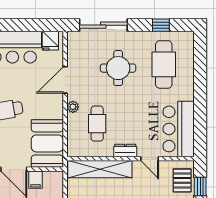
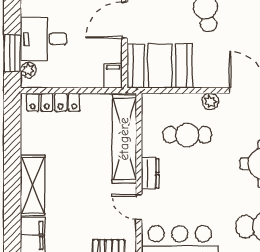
door: (150, 159) -> (139, 207), hinge flipped
filing cabinet: (35, 180) -> (113, 76), moved, turned 90

